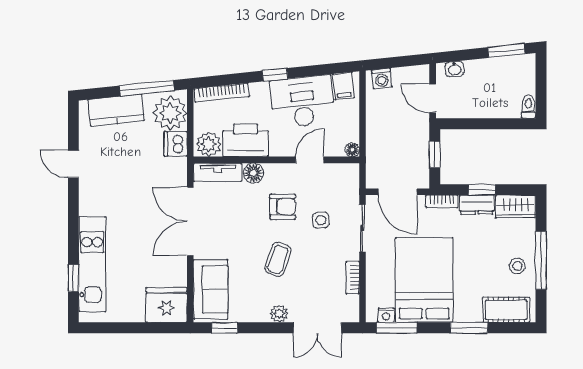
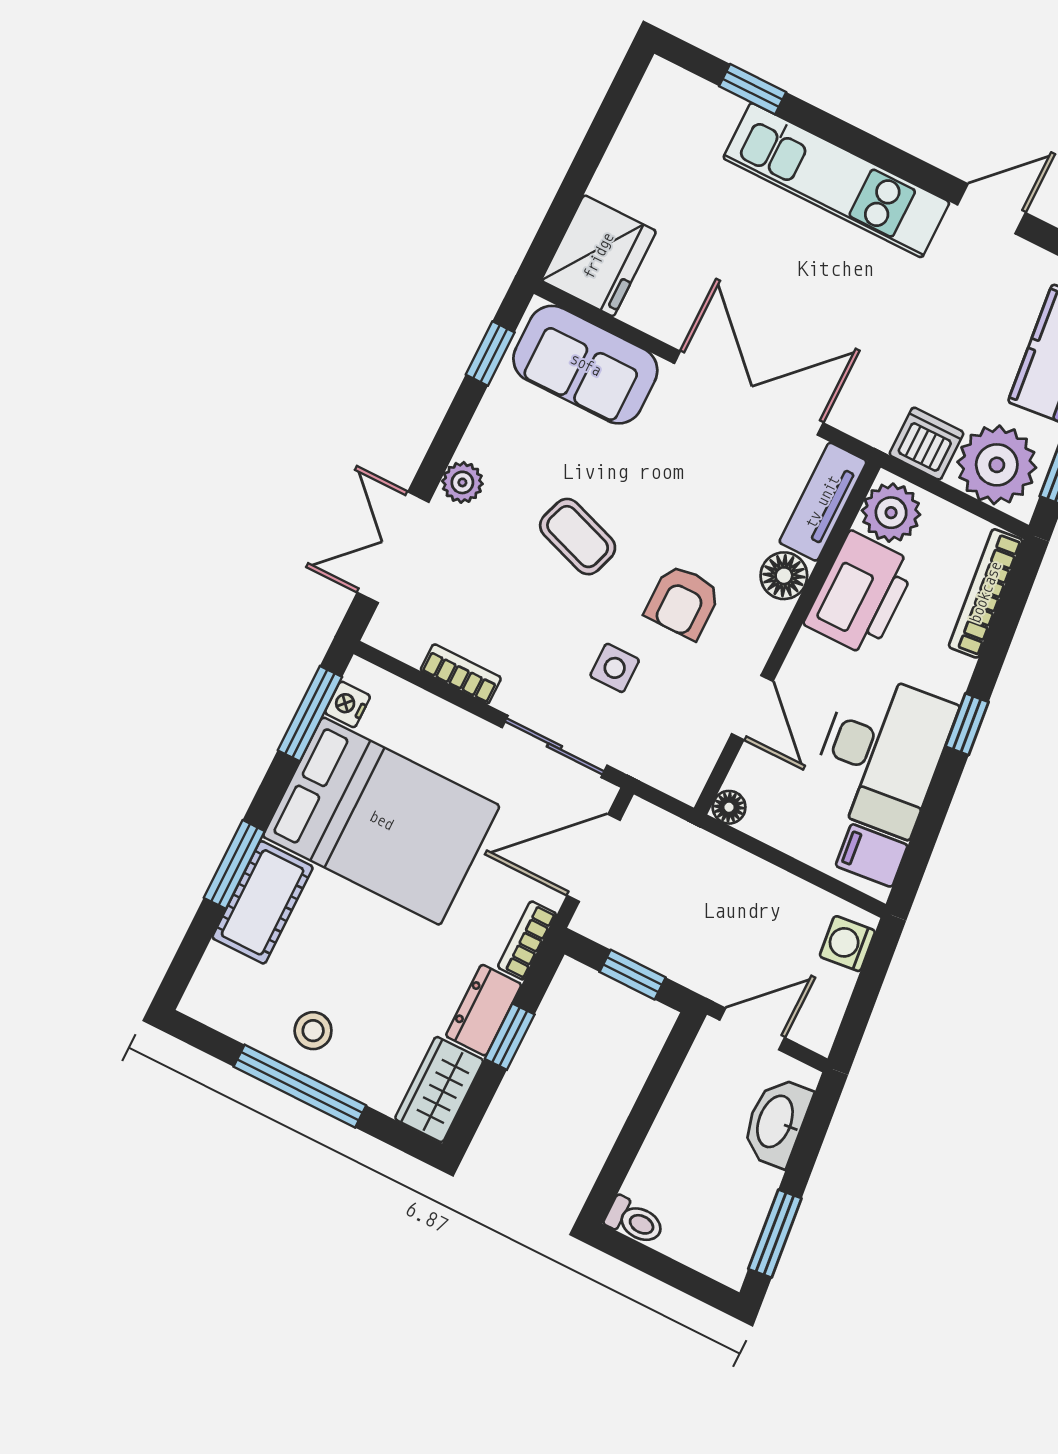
washbasin: (455, 69) -> (776, 1122), width x1.91, depth x1.45
kitchen unit: (92, 264) -> (836, 180), moved
cot: (506, 310) -> (263, 902), moved

